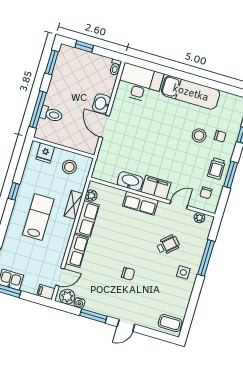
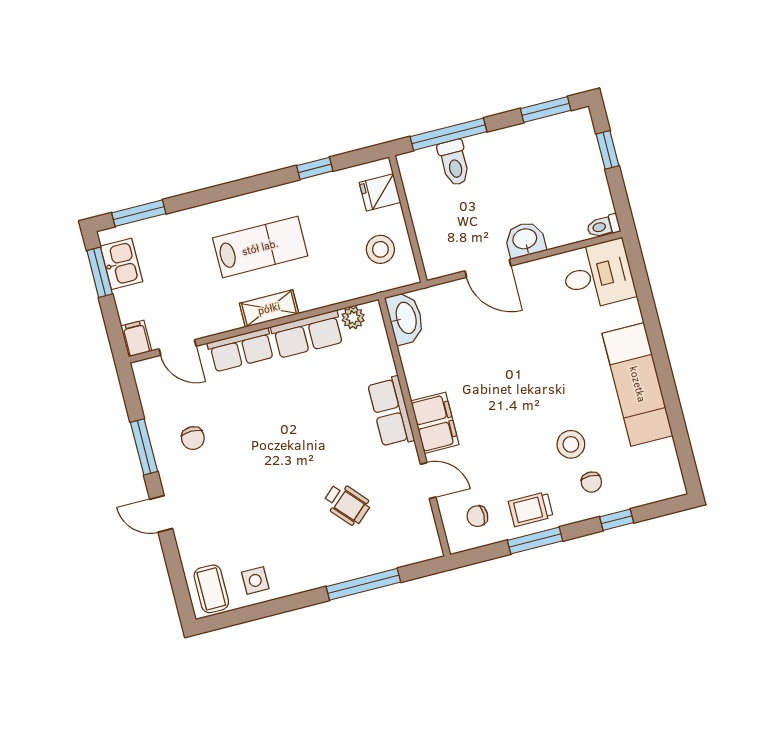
desk: (140, 83) -> (598, 275), width x0.73
door: (104, 126) -> (488, 268), swing flipped
washbasin: (130, 181) -> (405, 318), moved
window: (14, 191) -> (315, 168), moved
shelving: (73, 205) -> (269, 308), moved
plant: (199, 218) -> (427, 531), removed
side table: (183, 272) -> (255, 580), moved
chair: (128, 274) -> (193, 438), moved
plant: (67, 297) -> (150, 381), removed
water cooler: (79, 303) -> (152, 409), removed

